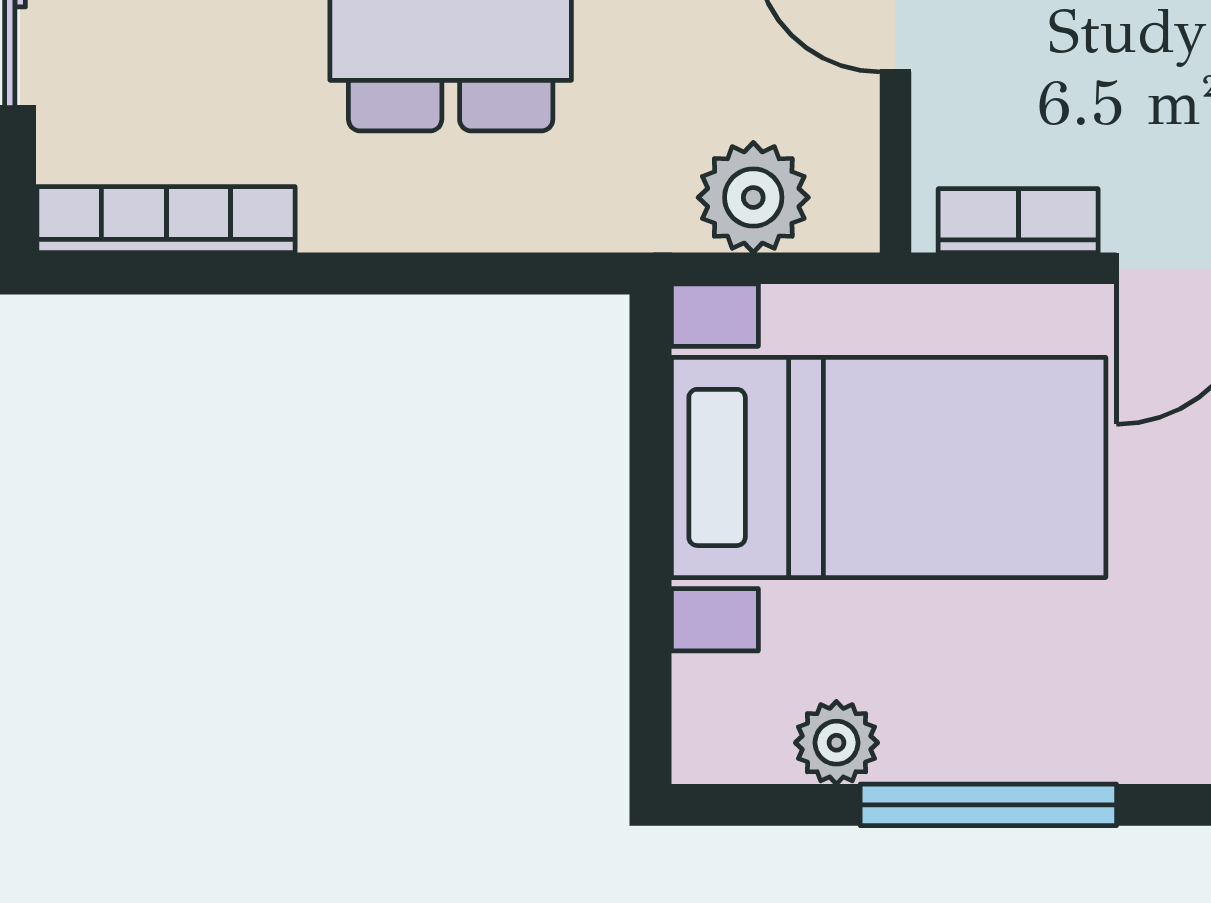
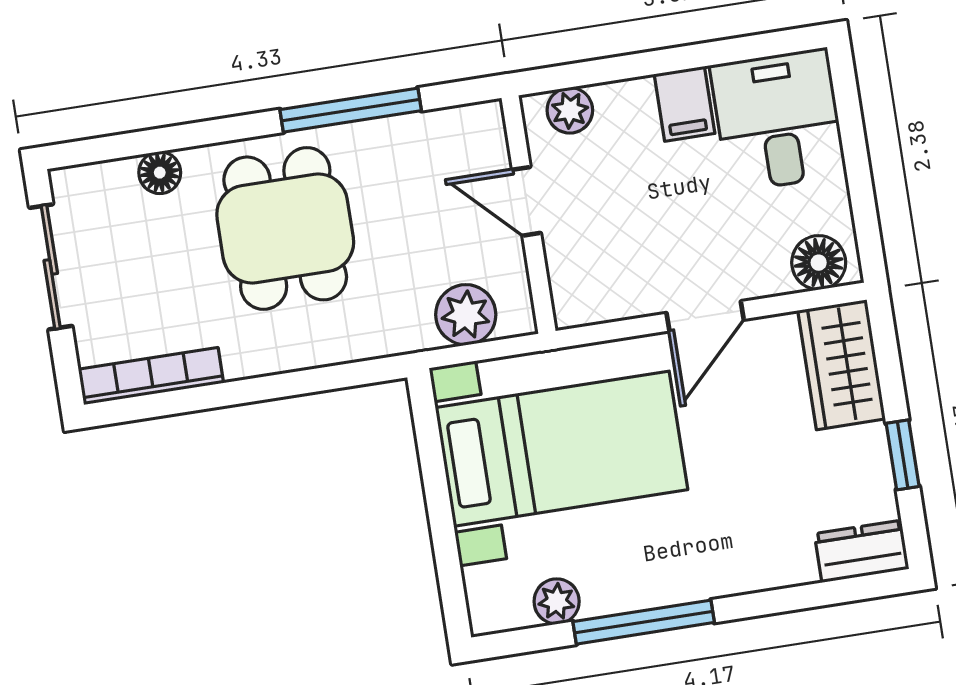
bookcase: (1018, 221) -> (610, 305), removed

